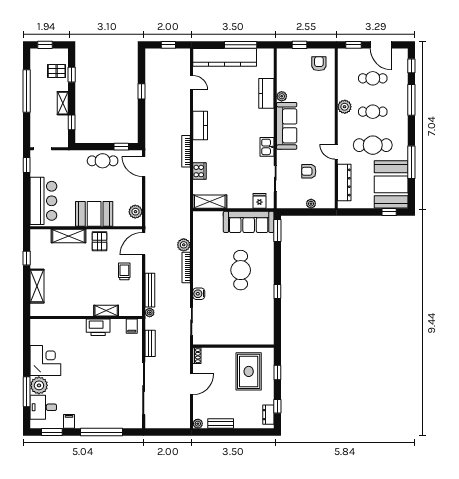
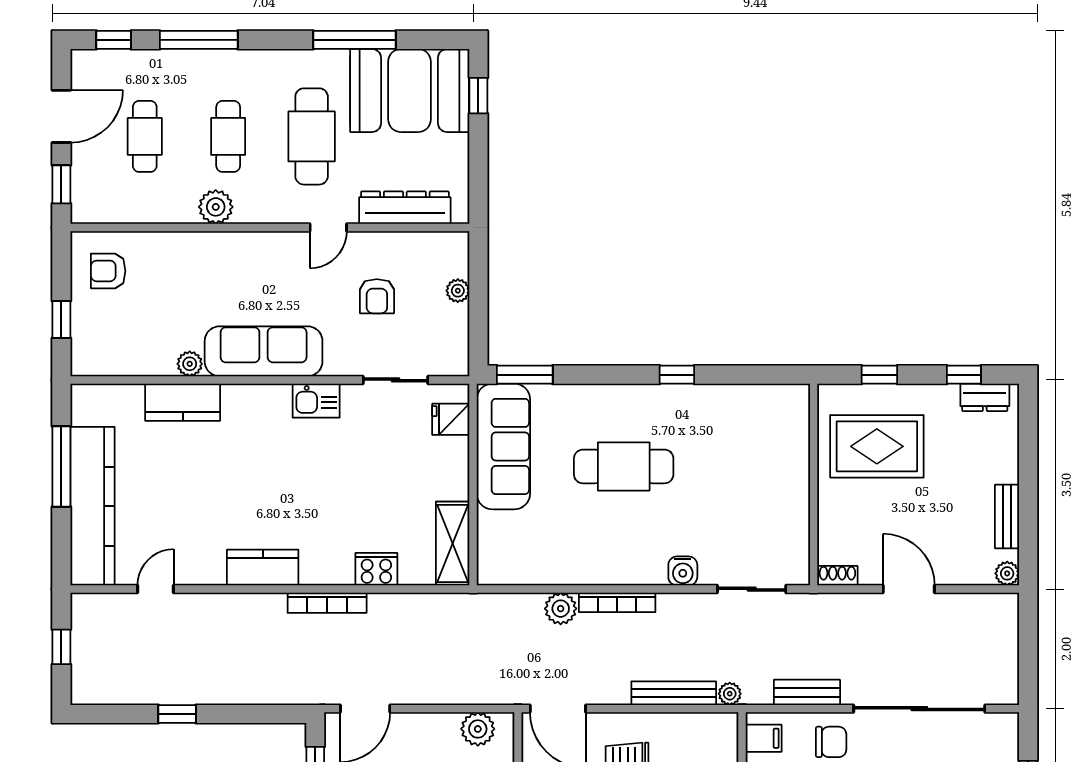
chair: (130, 353) -> (831, 742), added

